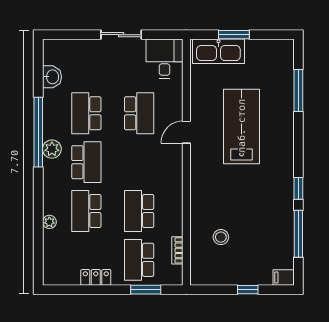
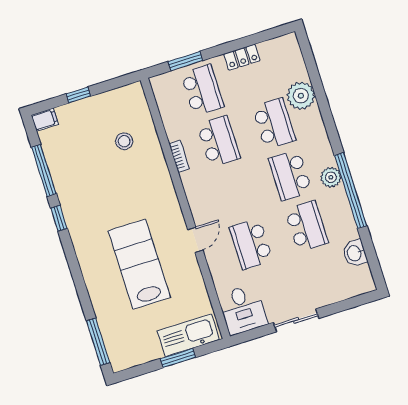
window: (298, 91) -> (98, 342), moved
lab bench: (242, 126) -> (139, 264), turned 180
plant: (49, 222) -> (301, 96), width x1.87, depth x1.87
bookcase: (177, 250) -> (179, 156), moved

